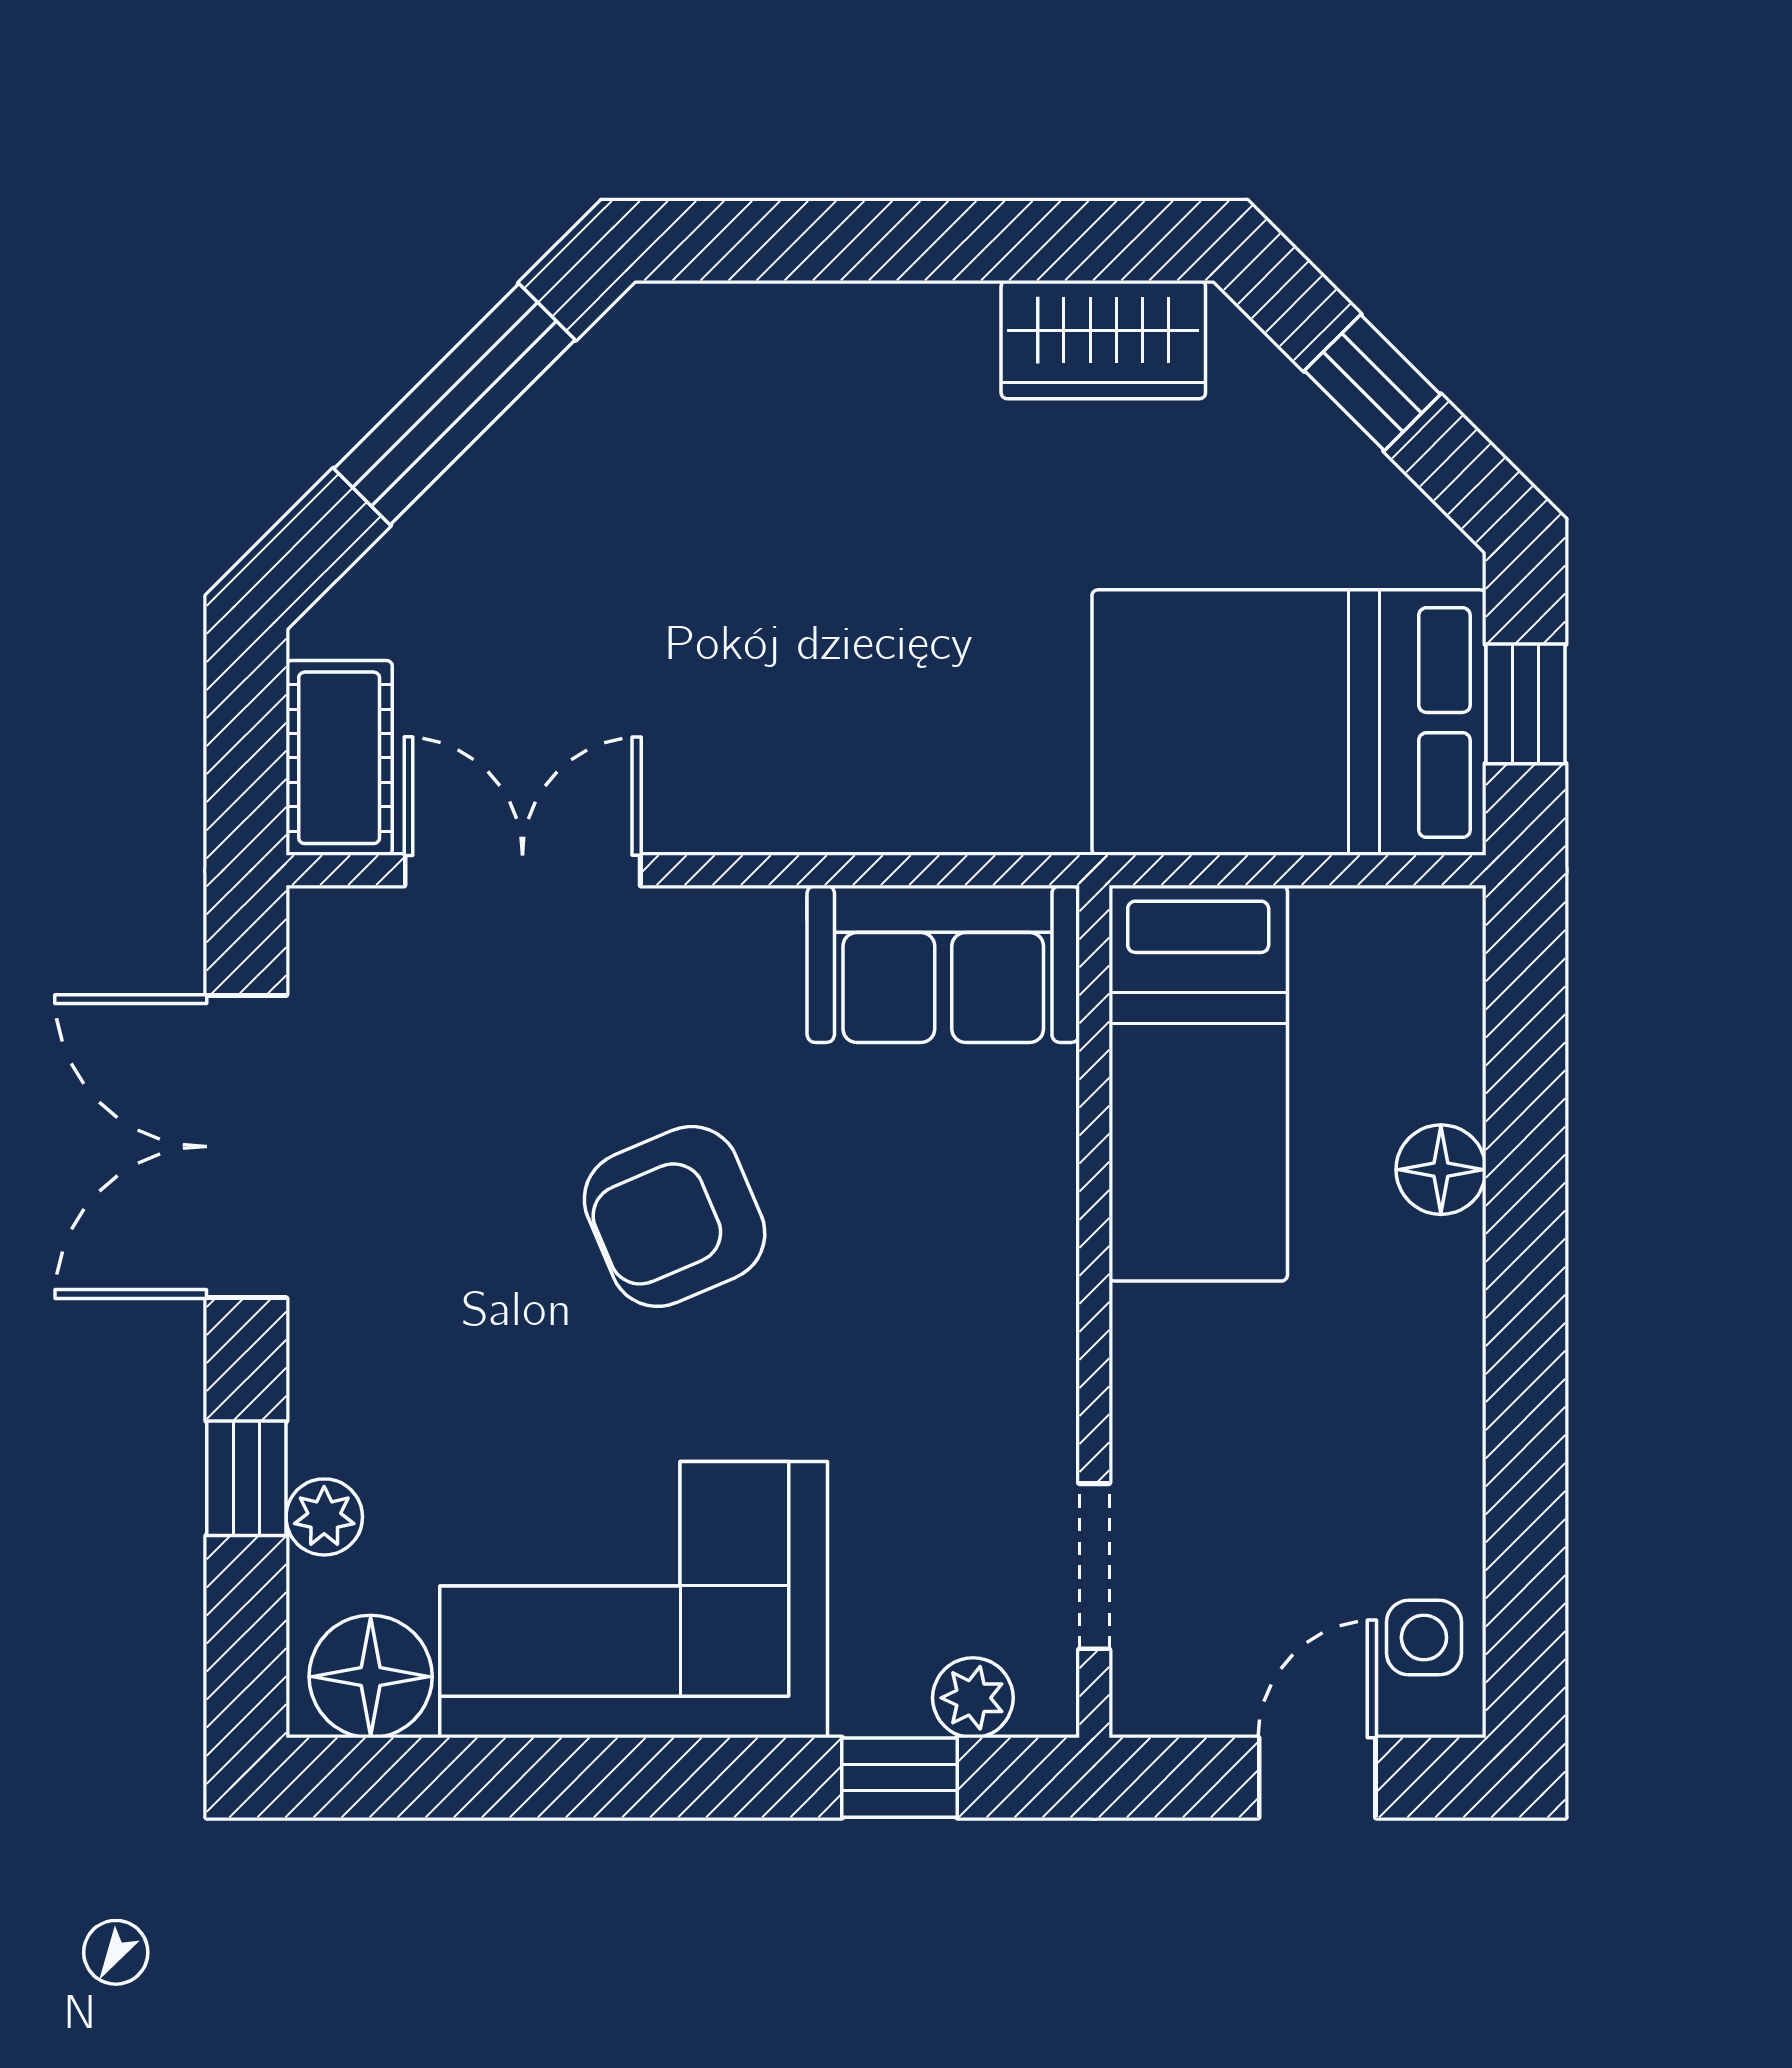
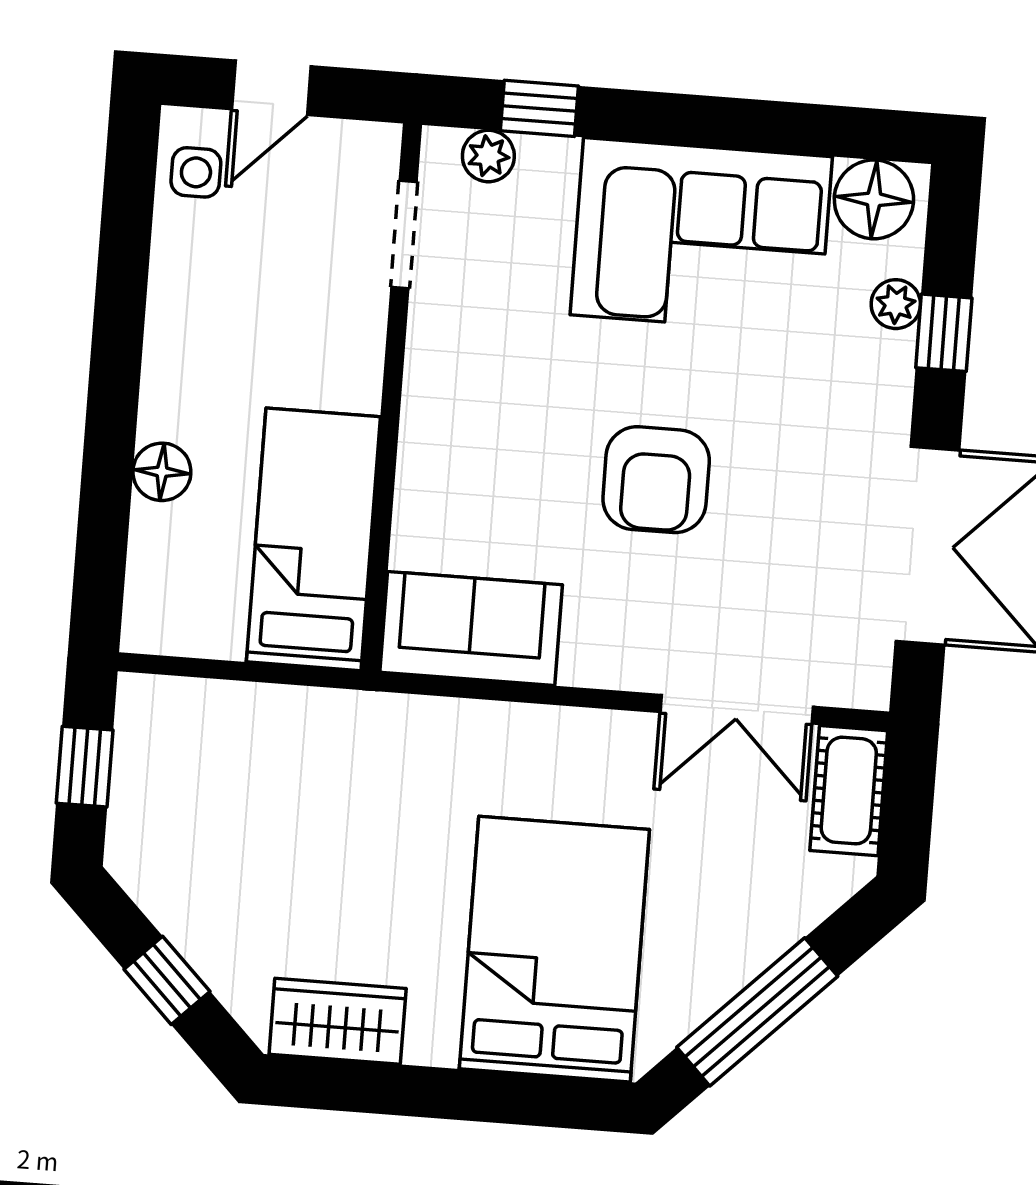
bed: (1289, 723) -> (554, 949), moved, turned -90
armchair: (675, 1216) -> (656, 480), turned 113

